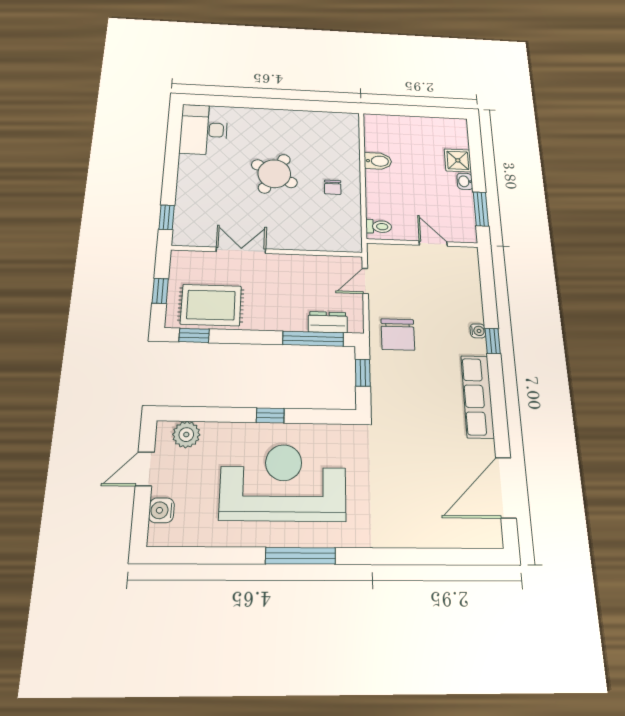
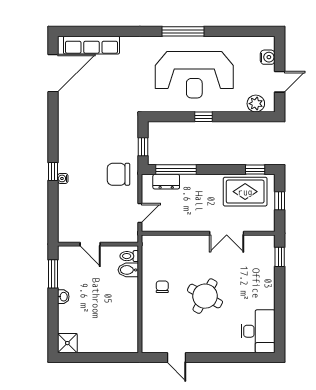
door: (314, 106) -> (176, 357), added
shower: (458, 160) -> (67, 343), moved
bidet: (378, 161) -> (128, 270), moved
chair: (398, 334) -> (119, 174), turned -90
row of seats: (477, 396) -> (91, 45), moved, turned 90

